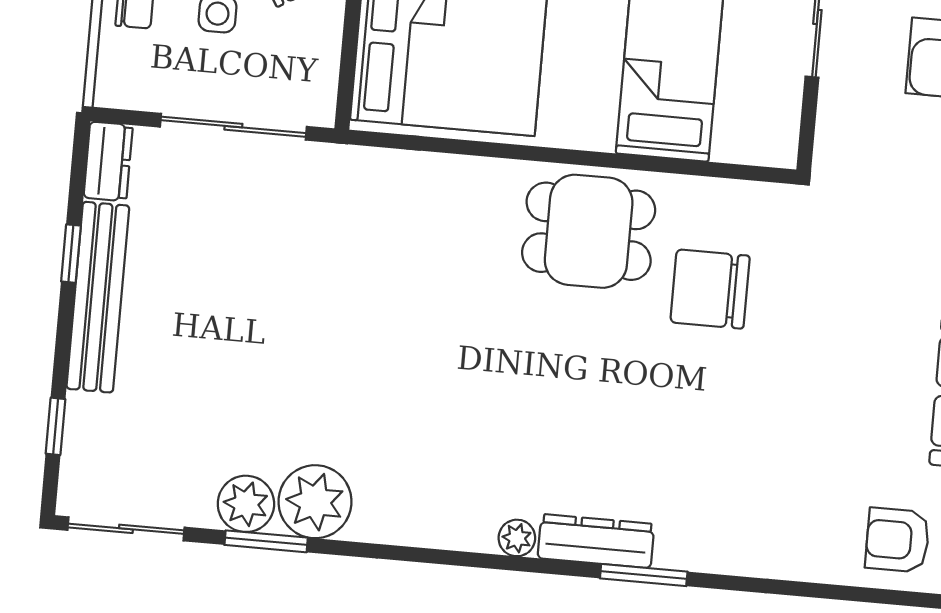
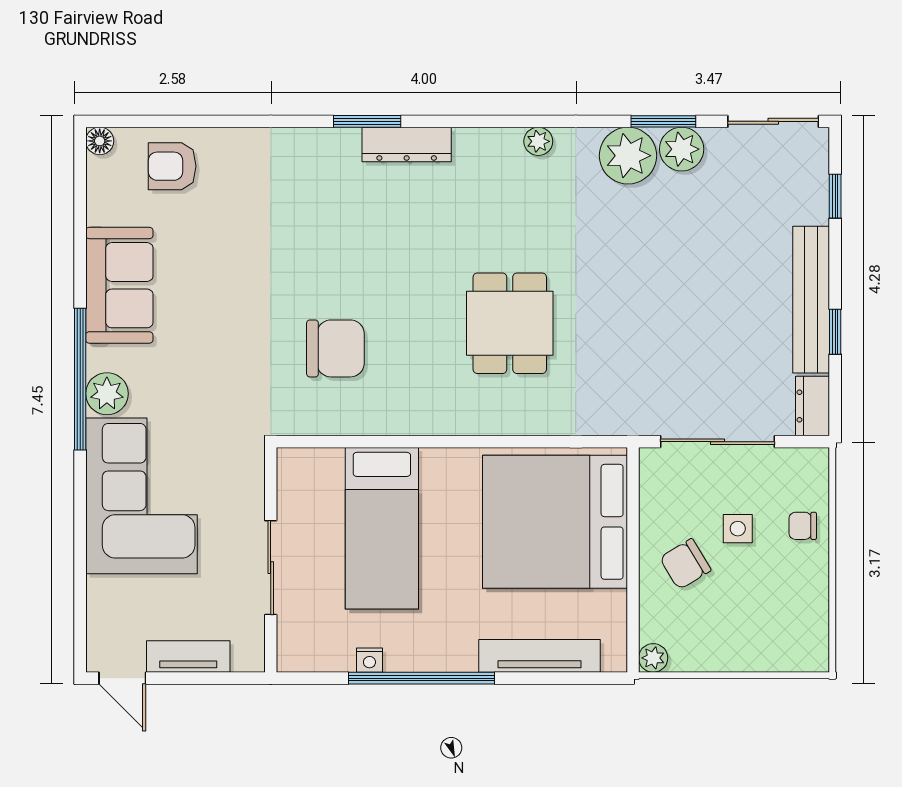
dining table: (589, 231) -> (510, 323), moved, turned 90
plant: (517, 538) -> (538, 141), moved
armchair: (897, 540) -> (172, 166), turned 180

